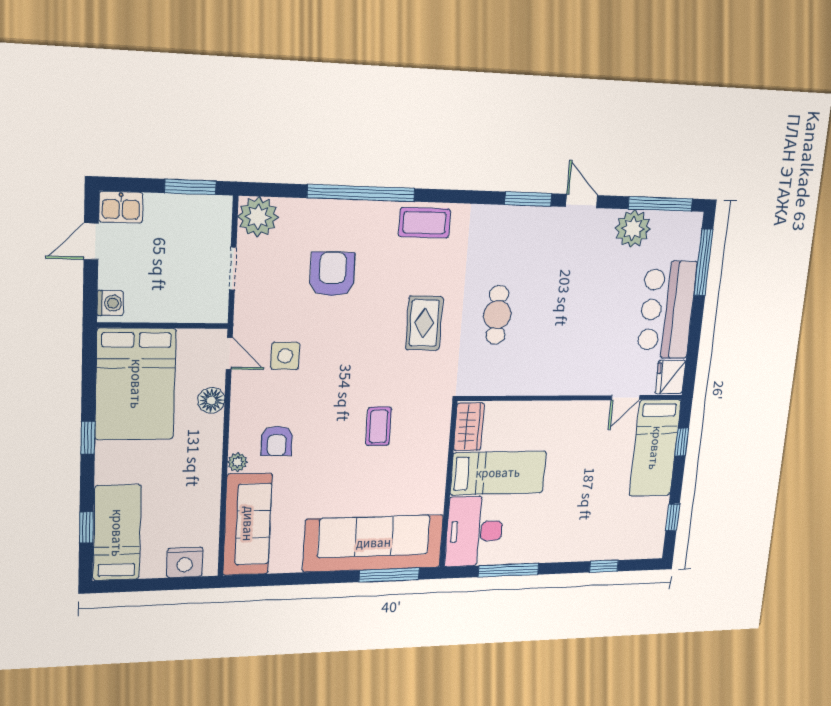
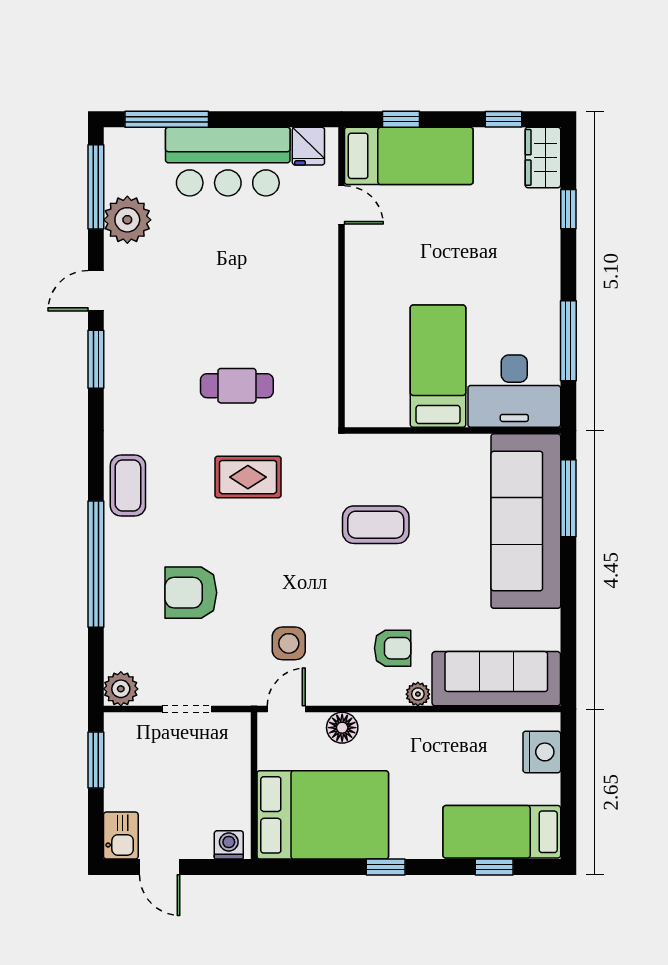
plant: (258, 217) -> (121, 689), width x0.73, depth x0.73
fridge: (670, 377) -> (308, 146), width x0.72
coffee table: (379, 426) -> (376, 525), width x1.36, depth x1.30
wardrobe: (469, 427) -> (543, 157), moved, turned -90

